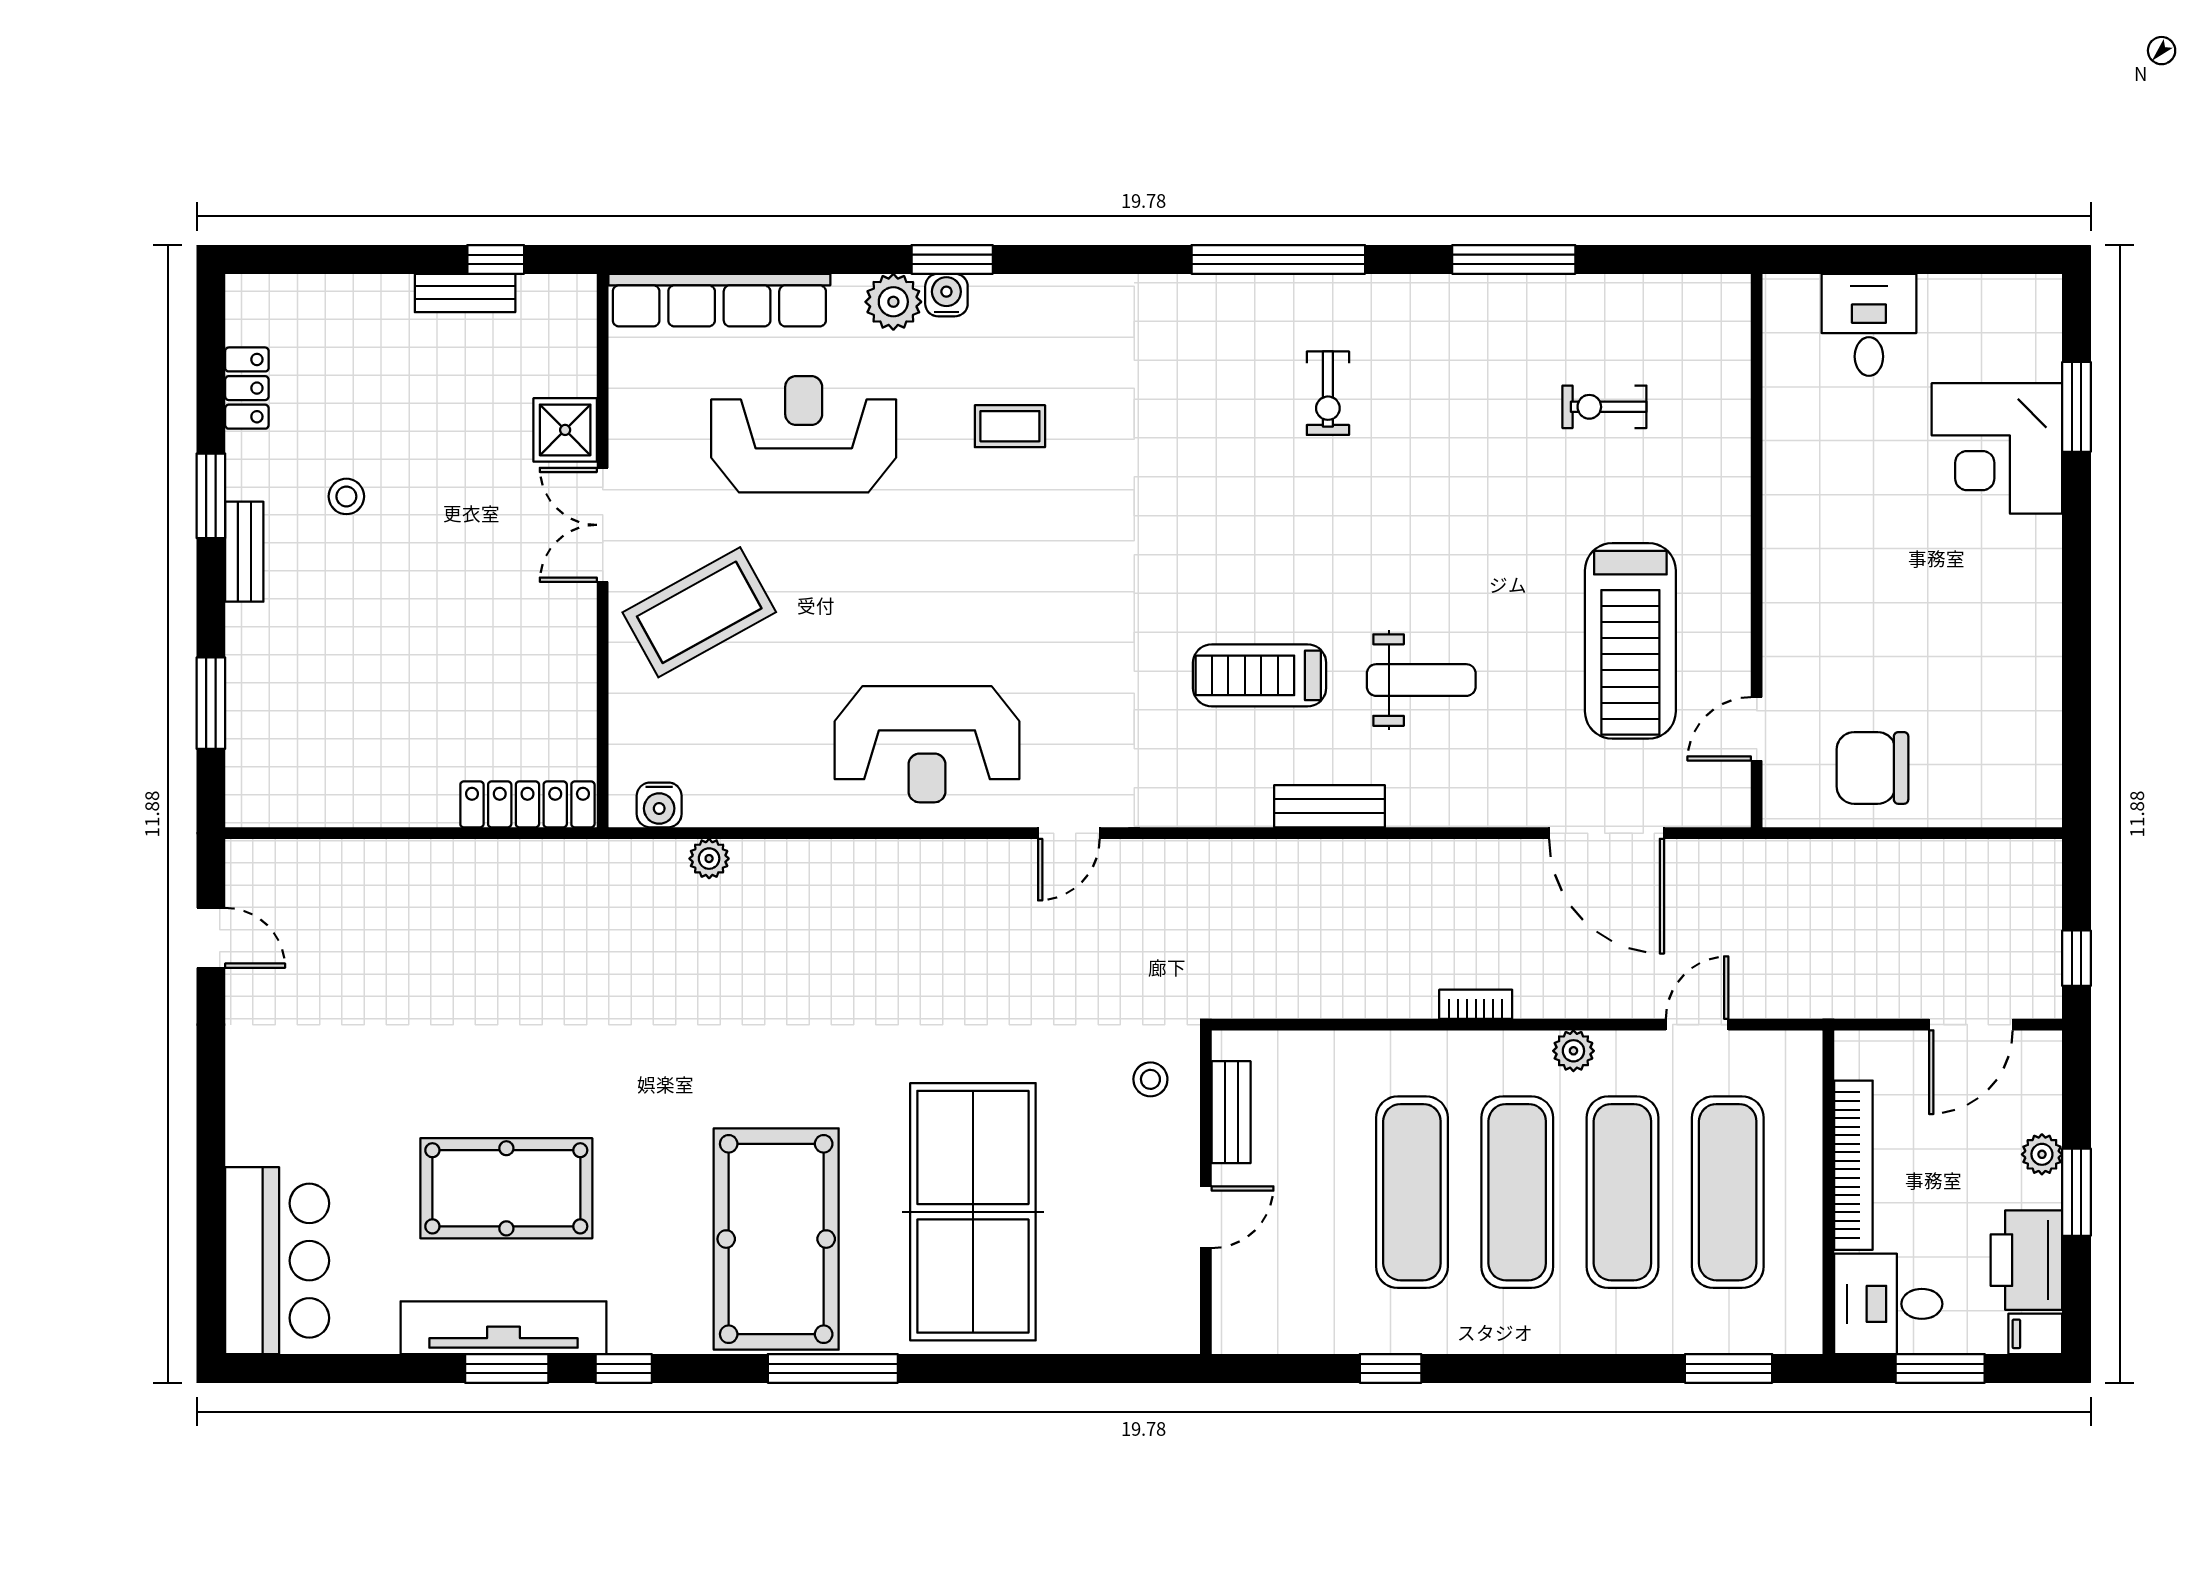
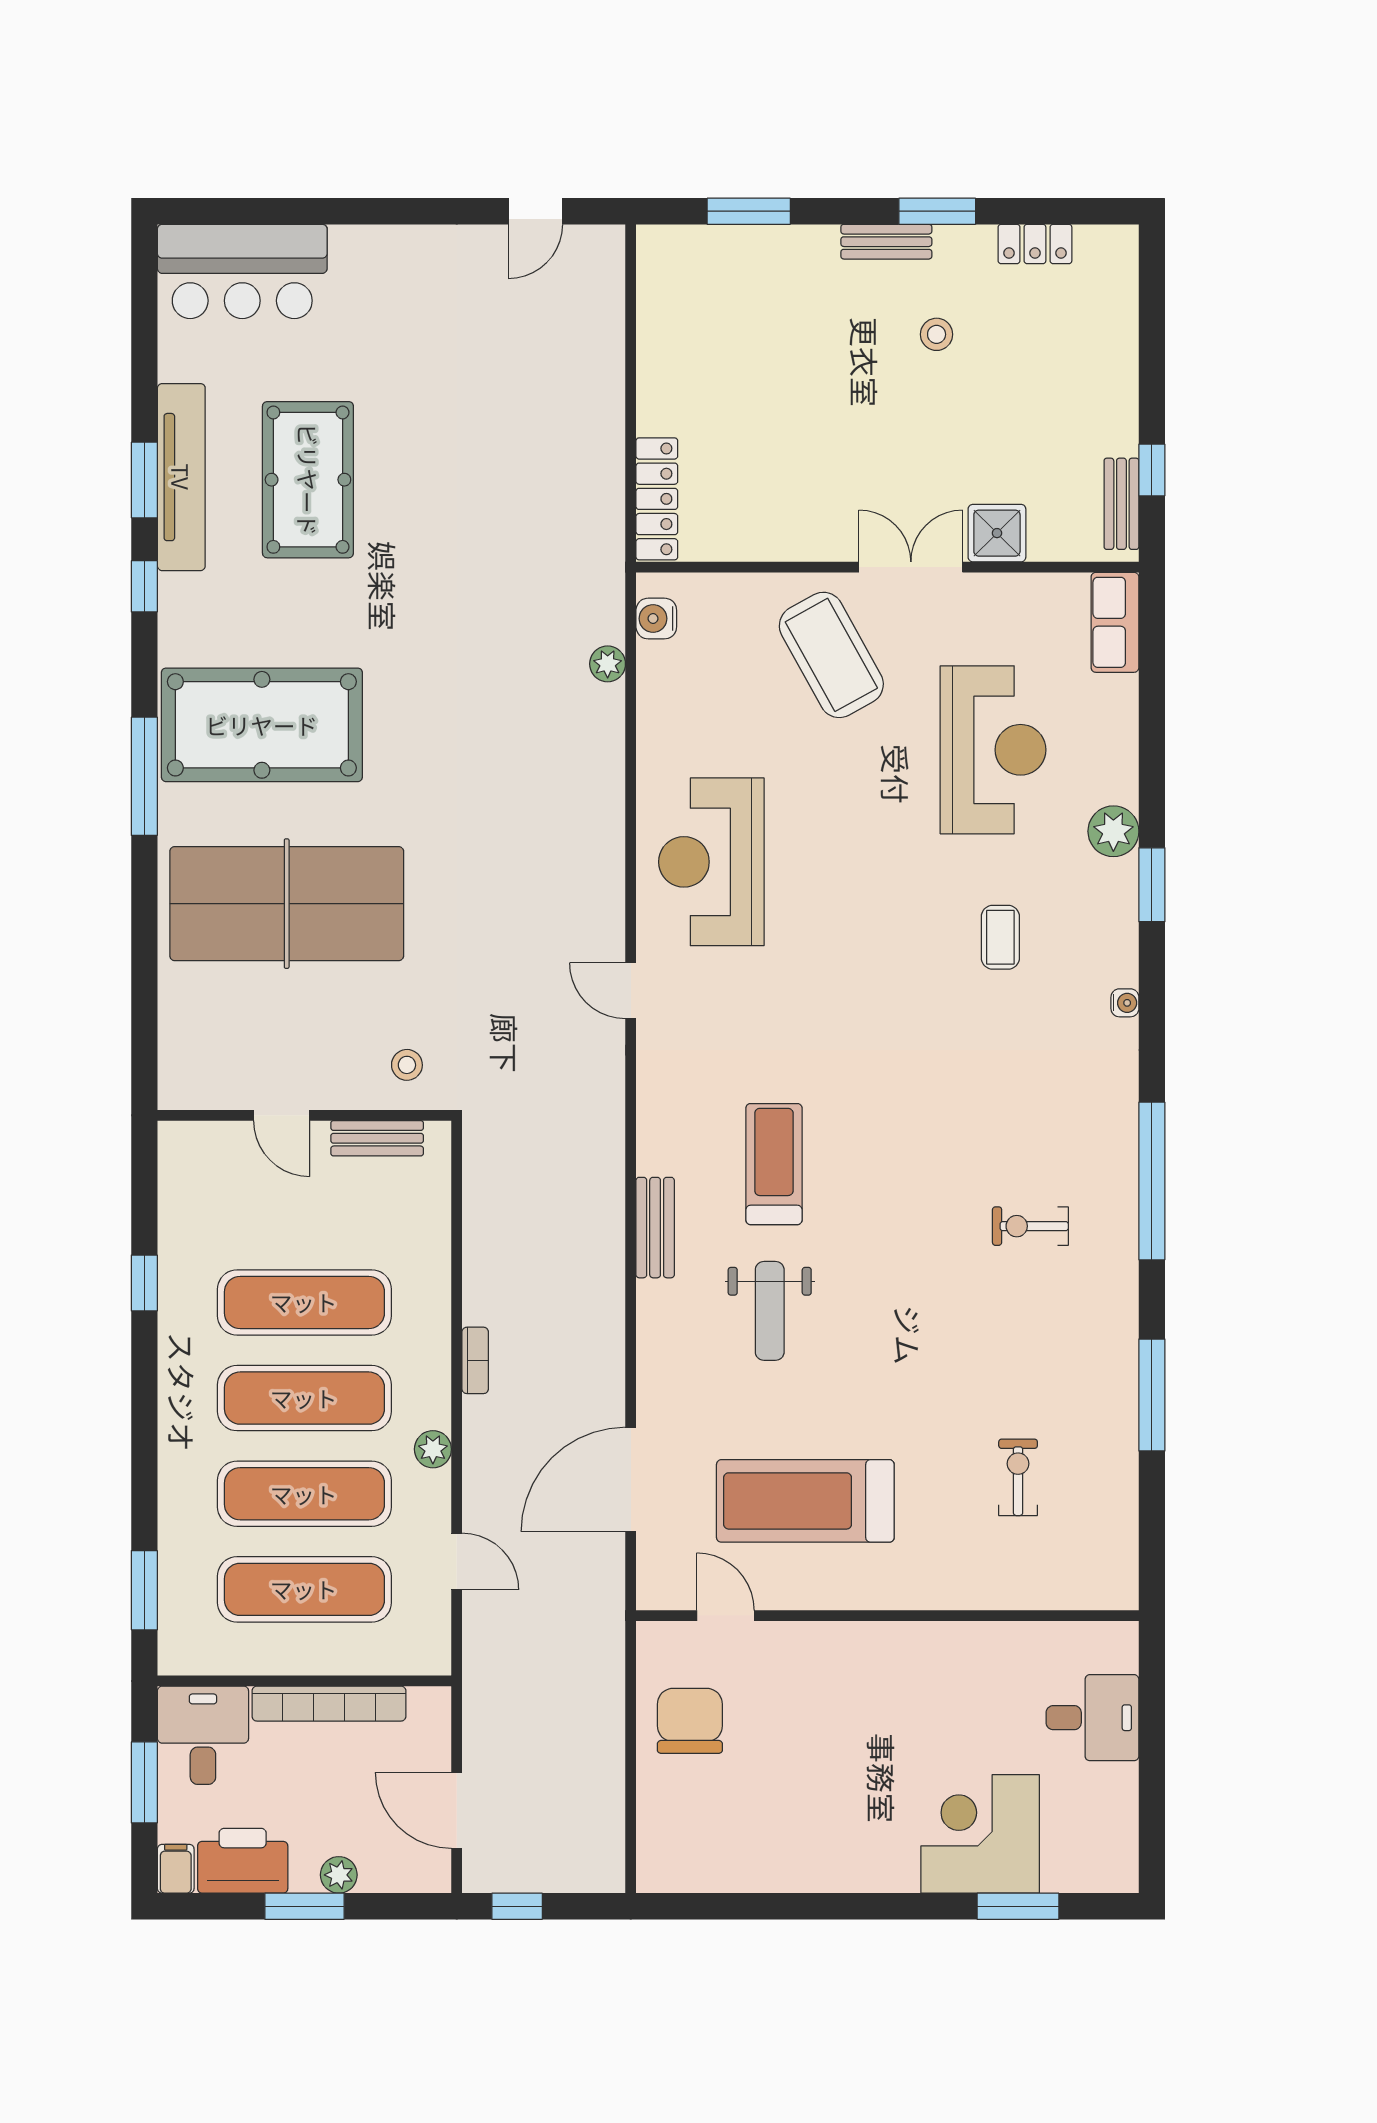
bench: (465, 293) -> (1121, 504), moved
water cooler: (946, 295) -> (1125, 1003), moved, width x0.72, depth x0.72
row of seats: (719, 300) -> (1115, 622), width x0.50

